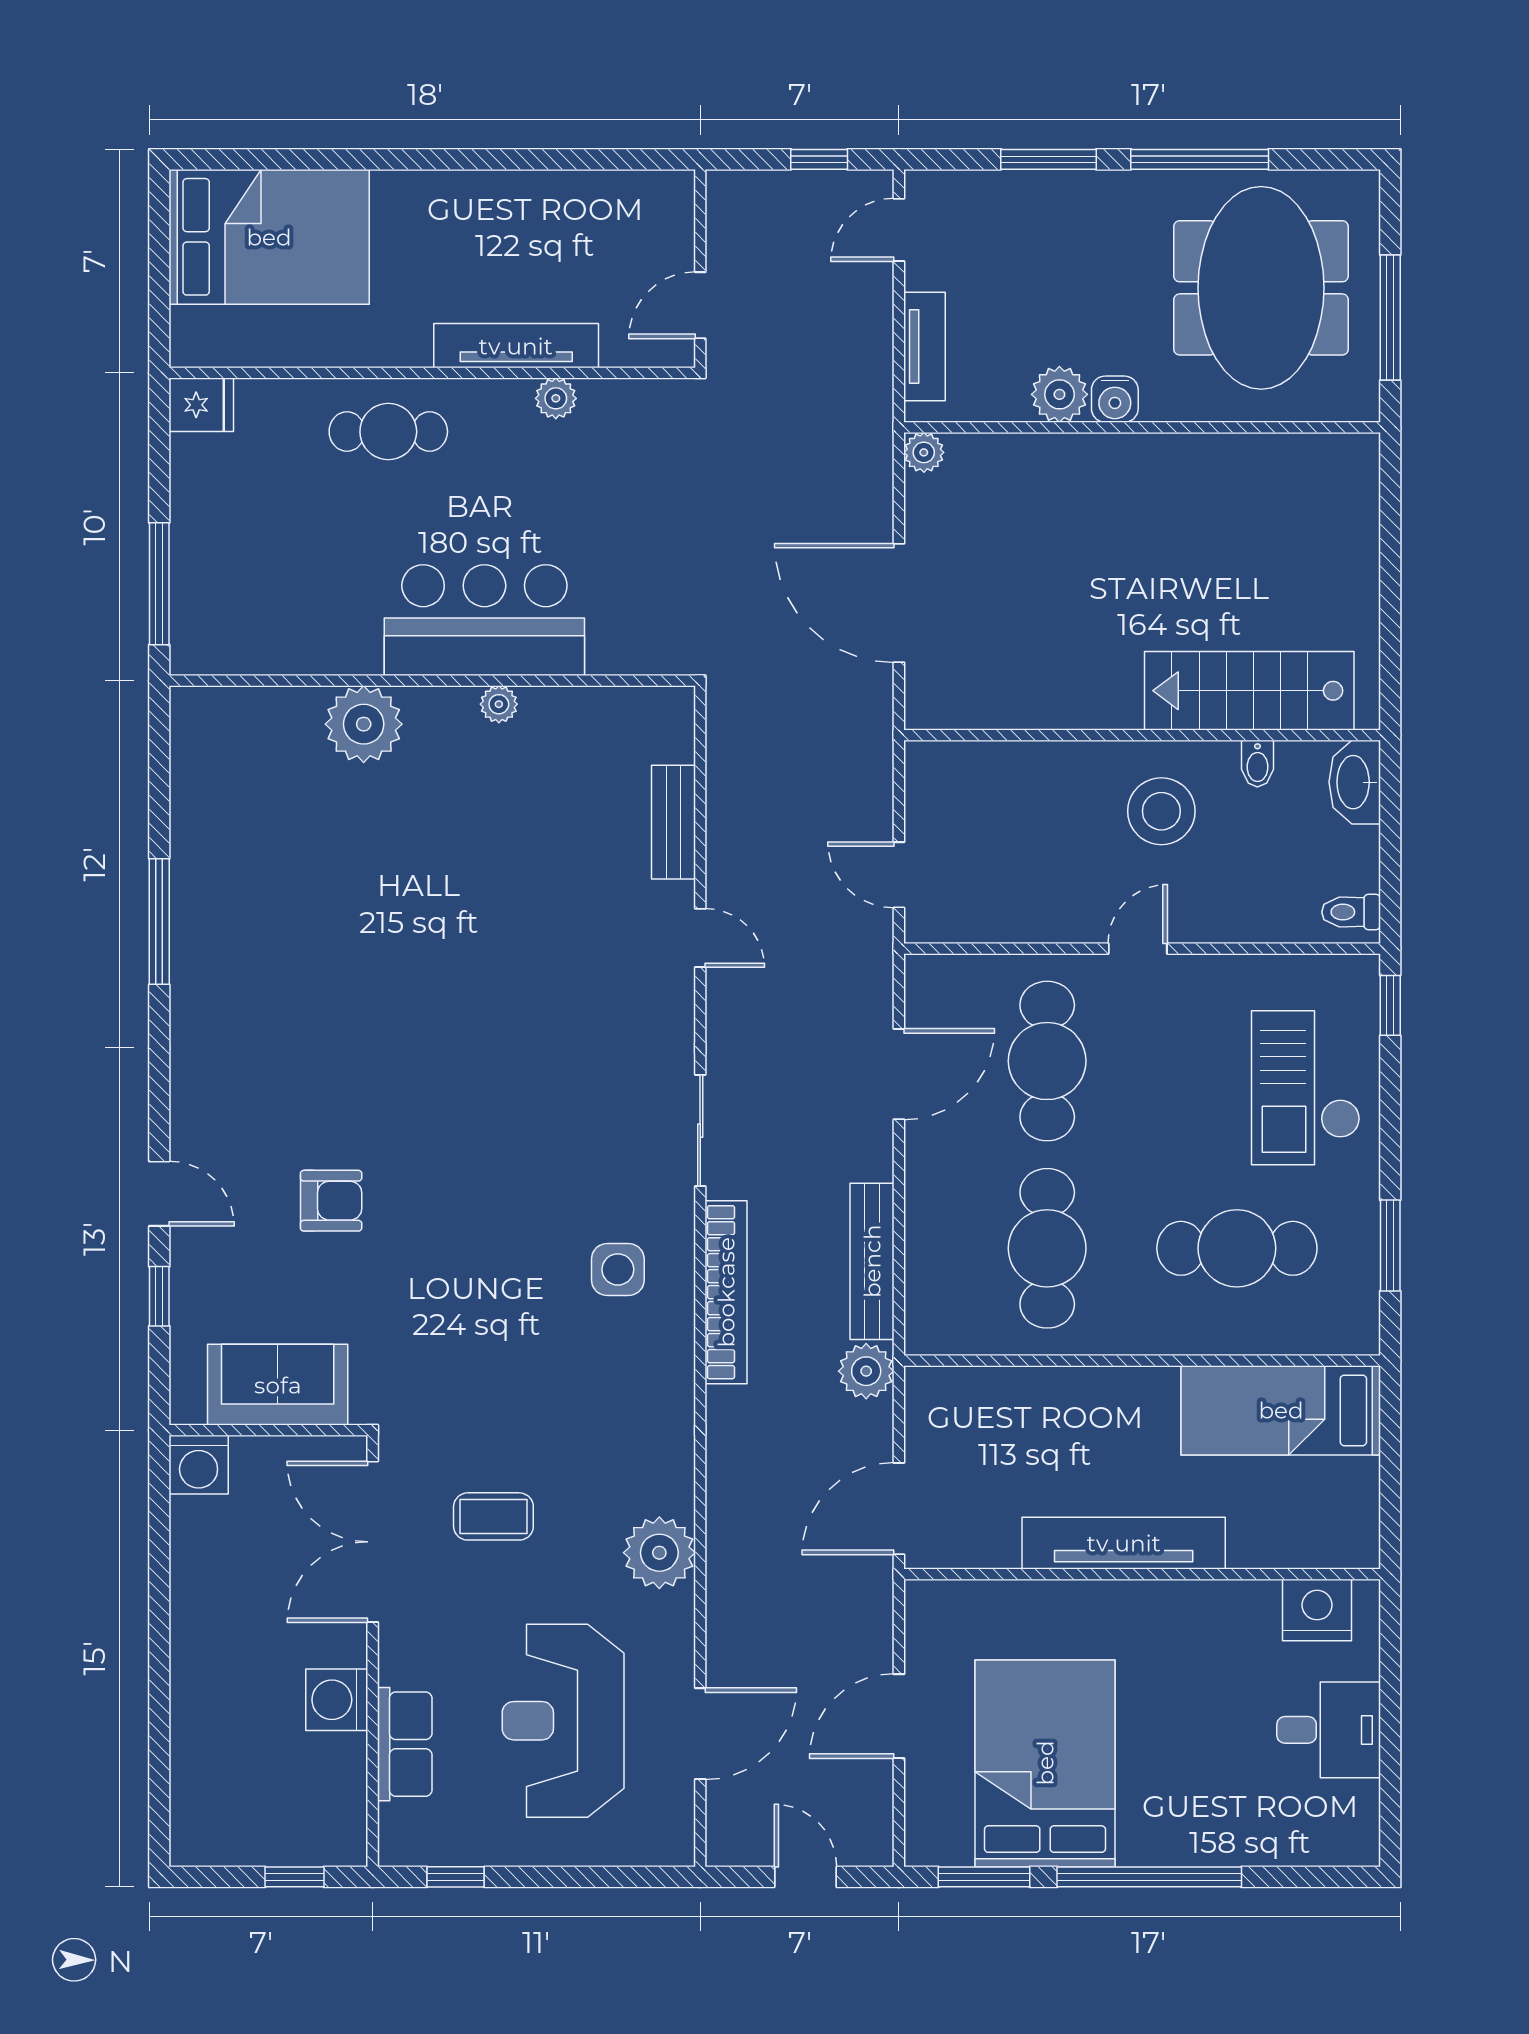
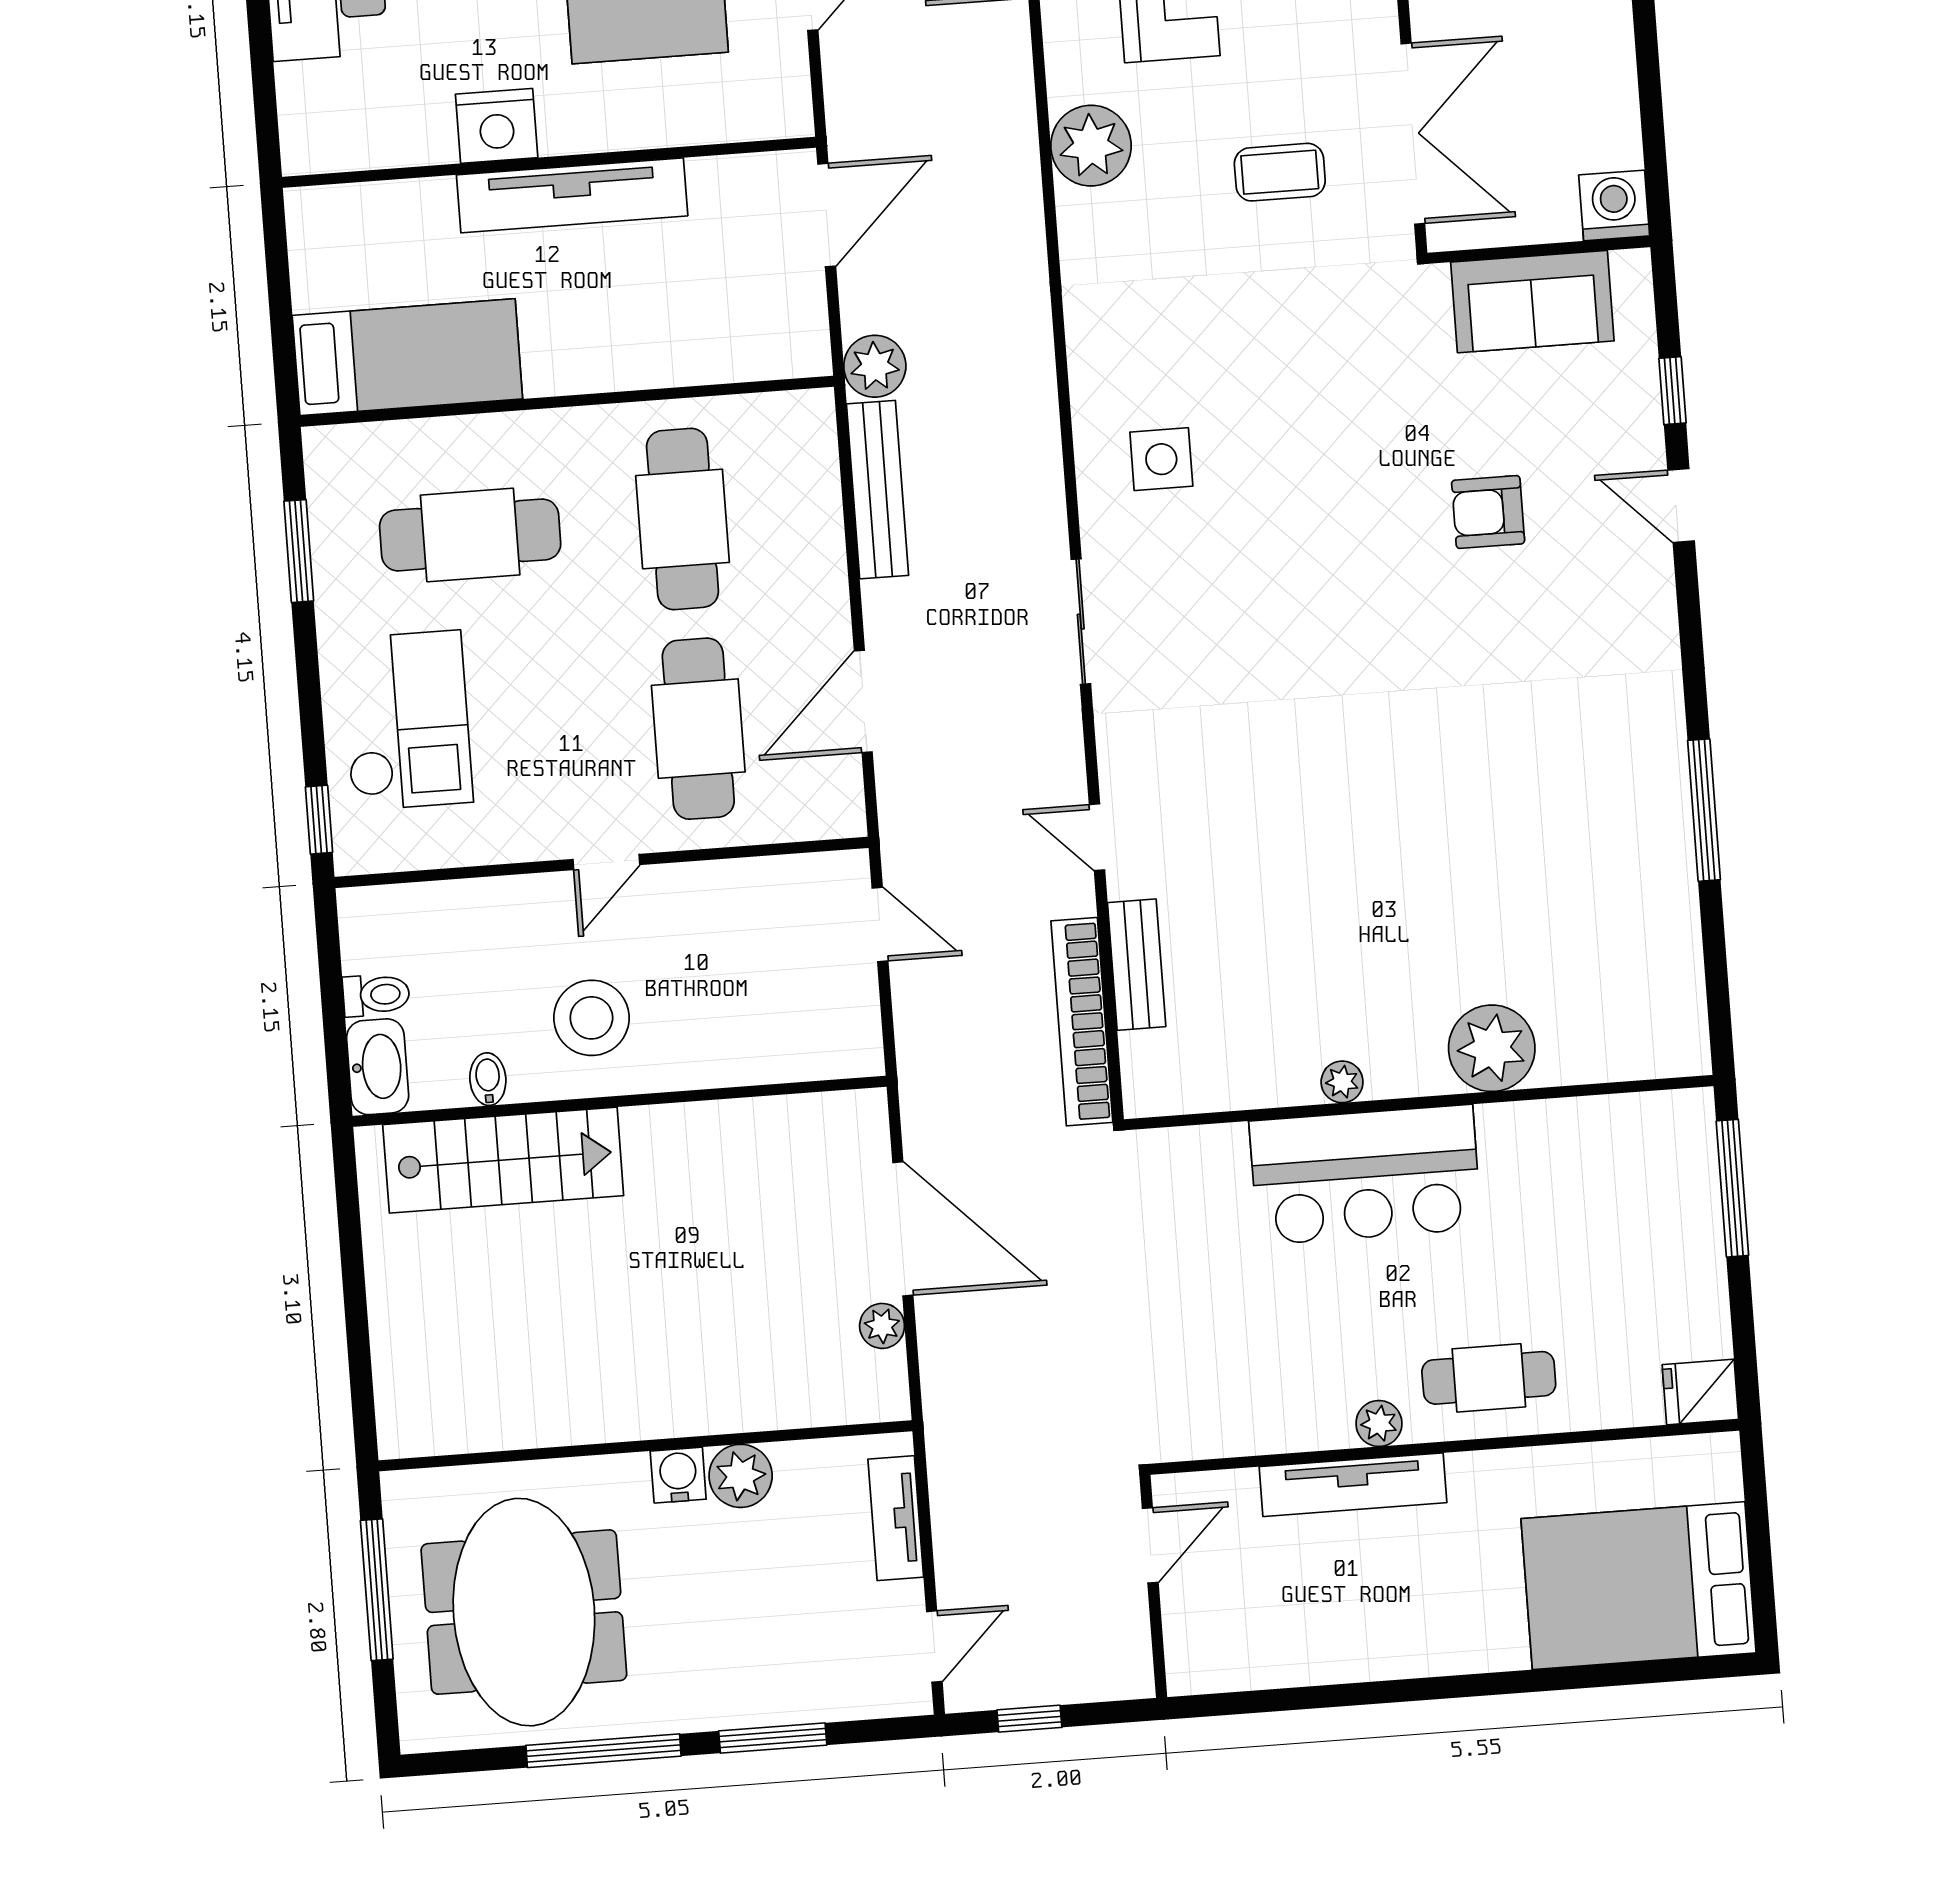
plant: (556, 398) -> (1379, 1423), moved
plant: (924, 452) -> (882, 1326), moved
toilet: (1351, 912) -> (376, 995), moved
bookcase: (726, 1292) -> (1082, 1022), moved
nightstand: (1317, 1610) -> (497, 126), moved

